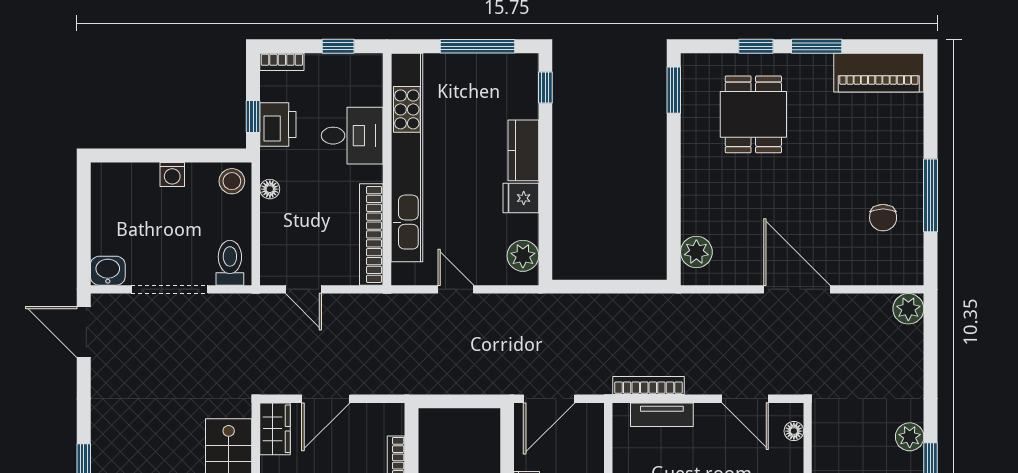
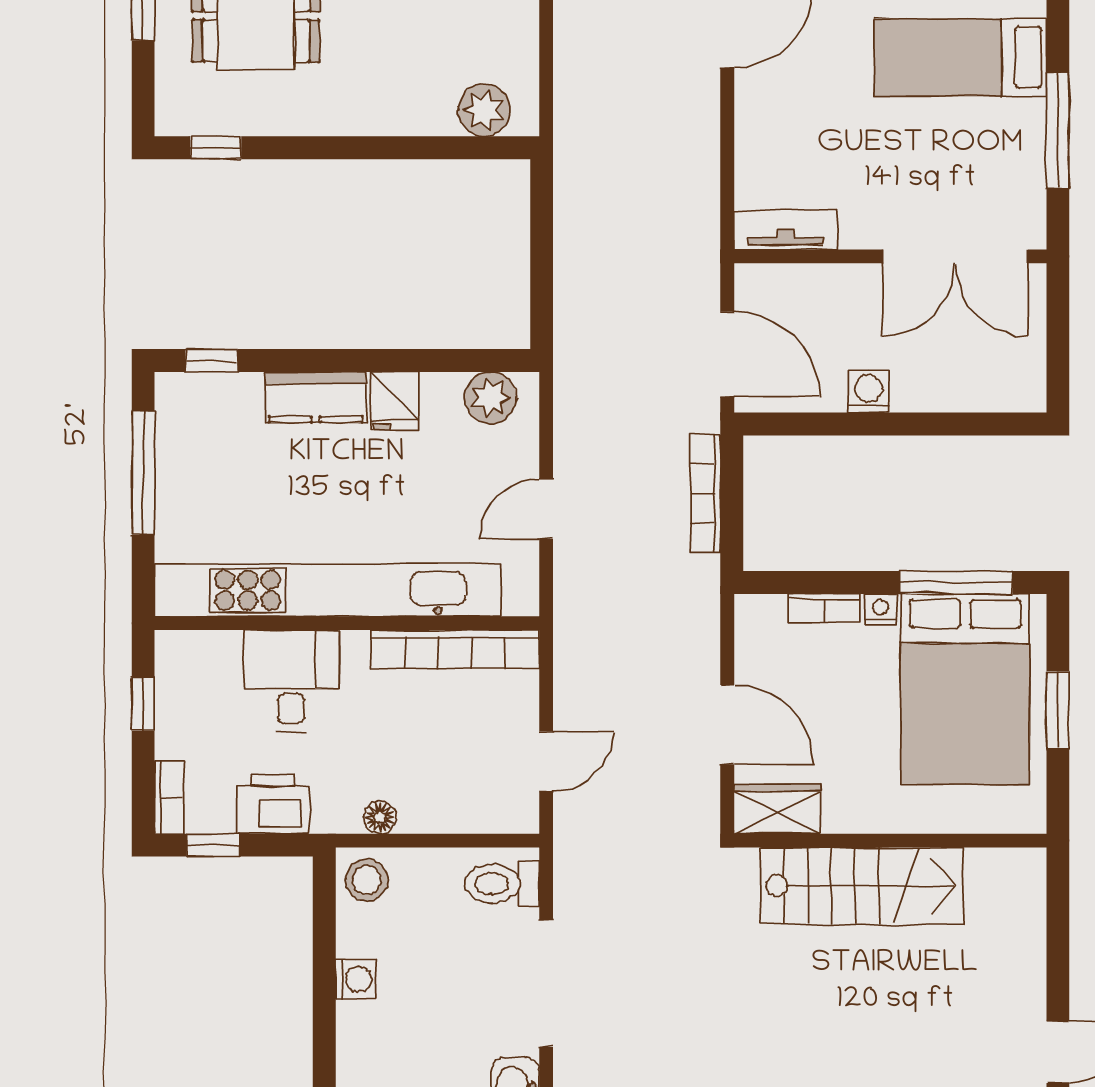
window: (674, 90) -> (216, 148), width x0.67
window: (253, 117) -> (213, 845), moved
bookcase: (649, 385) -> (705, 493), moved
tv unit: (662, 415) -> (786, 230), moved, turned -90

